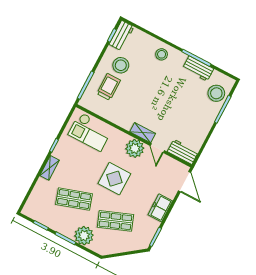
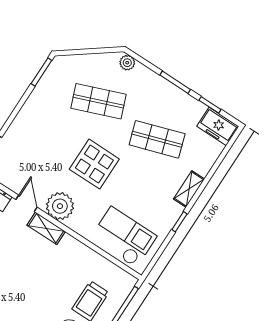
freezer: (160, 208) -> (218, 126), moved, turned 90
plant: (84, 236) -> (127, 63), moved, width x0.53, depth x0.53

